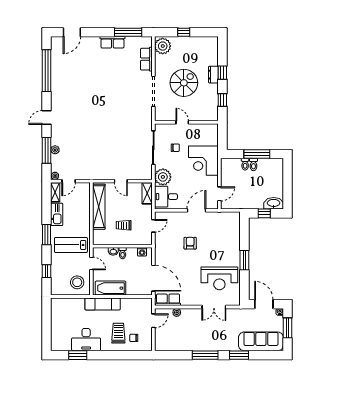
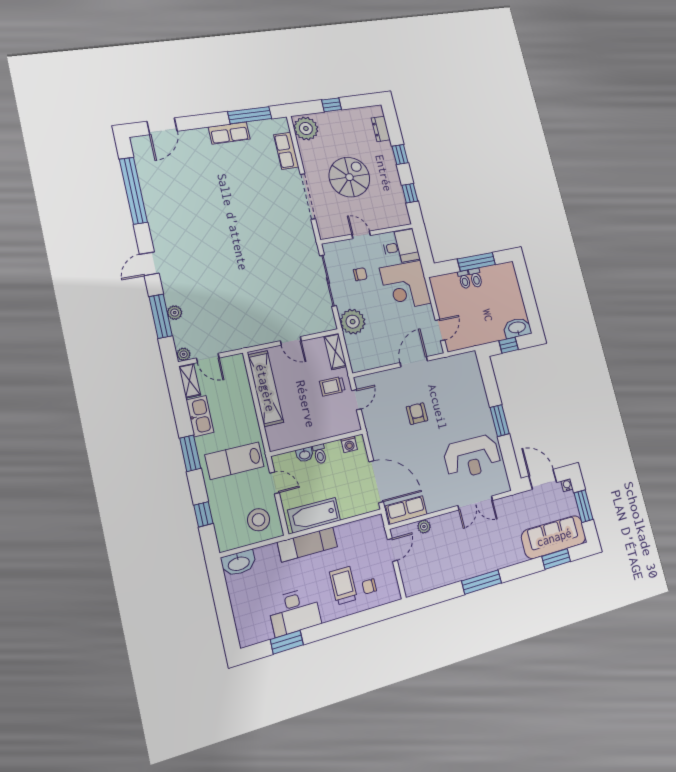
dresser: (213, 75) -> (381, 129), moved
door: (69, 181) -> (208, 358), hinge flipped
desk: (166, 197) -> (401, 247), moved, turned 180
trolley: (124, 225) -> (332, 386), moved
washbasin: (60, 304) -> (239, 563), added
window: (239, 355) -> (556, 559), moved

